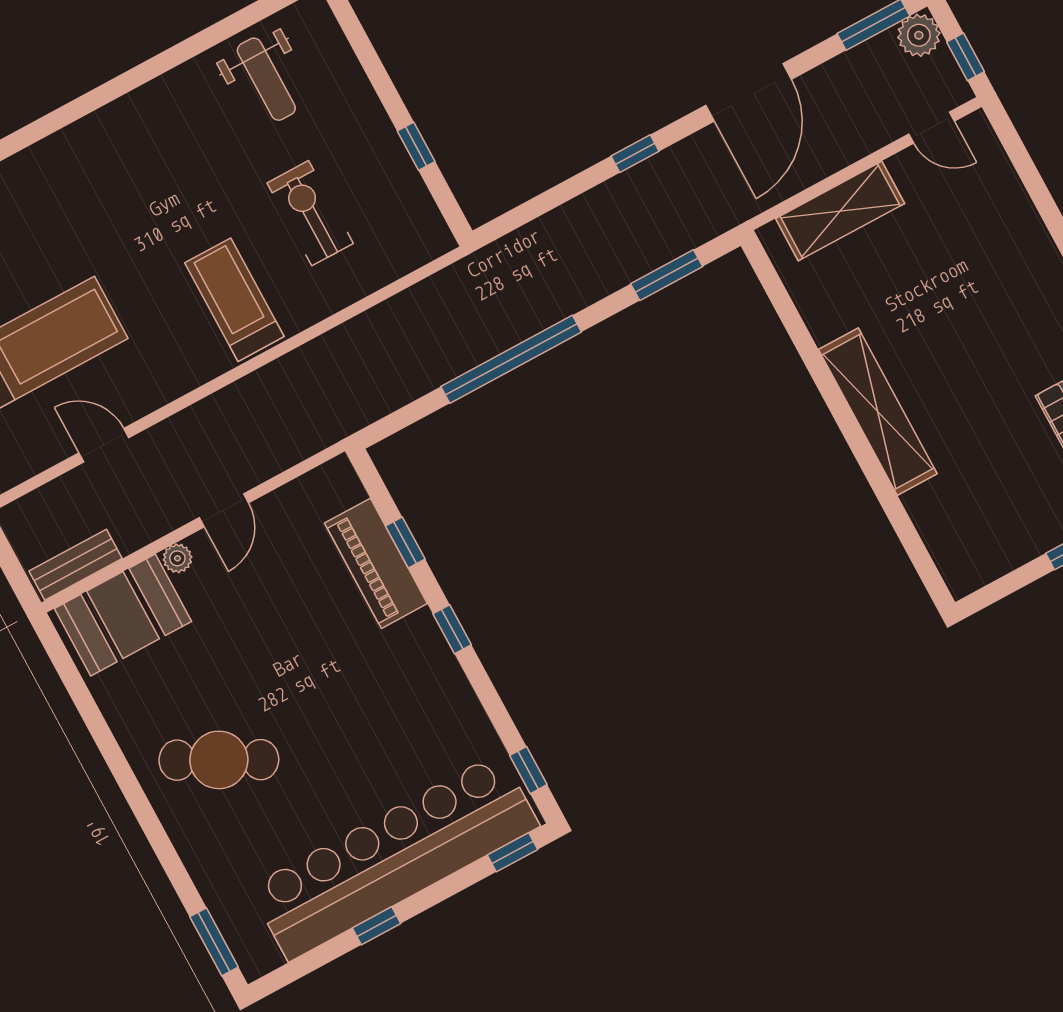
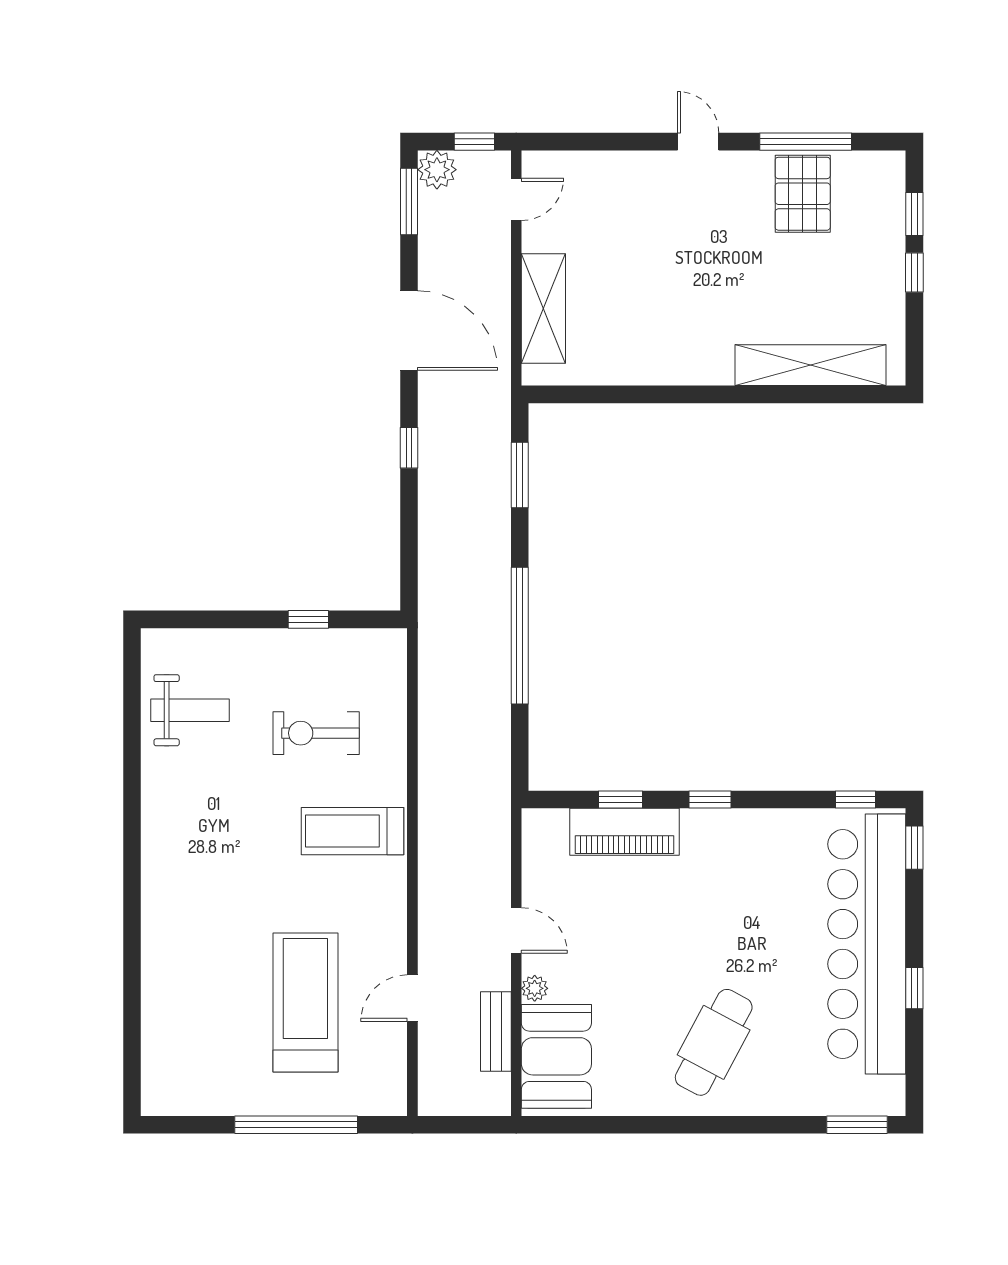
shelving: (878, 412) -> (811, 365), moved
bench: (76, 565) -> (496, 1032), moved

